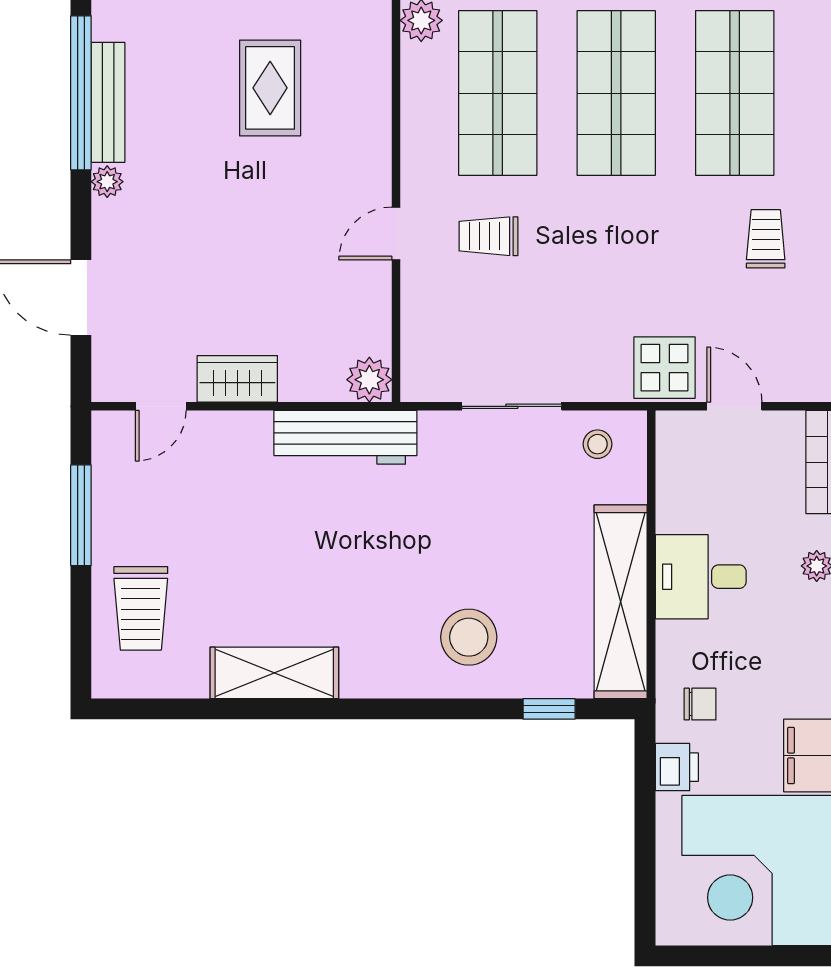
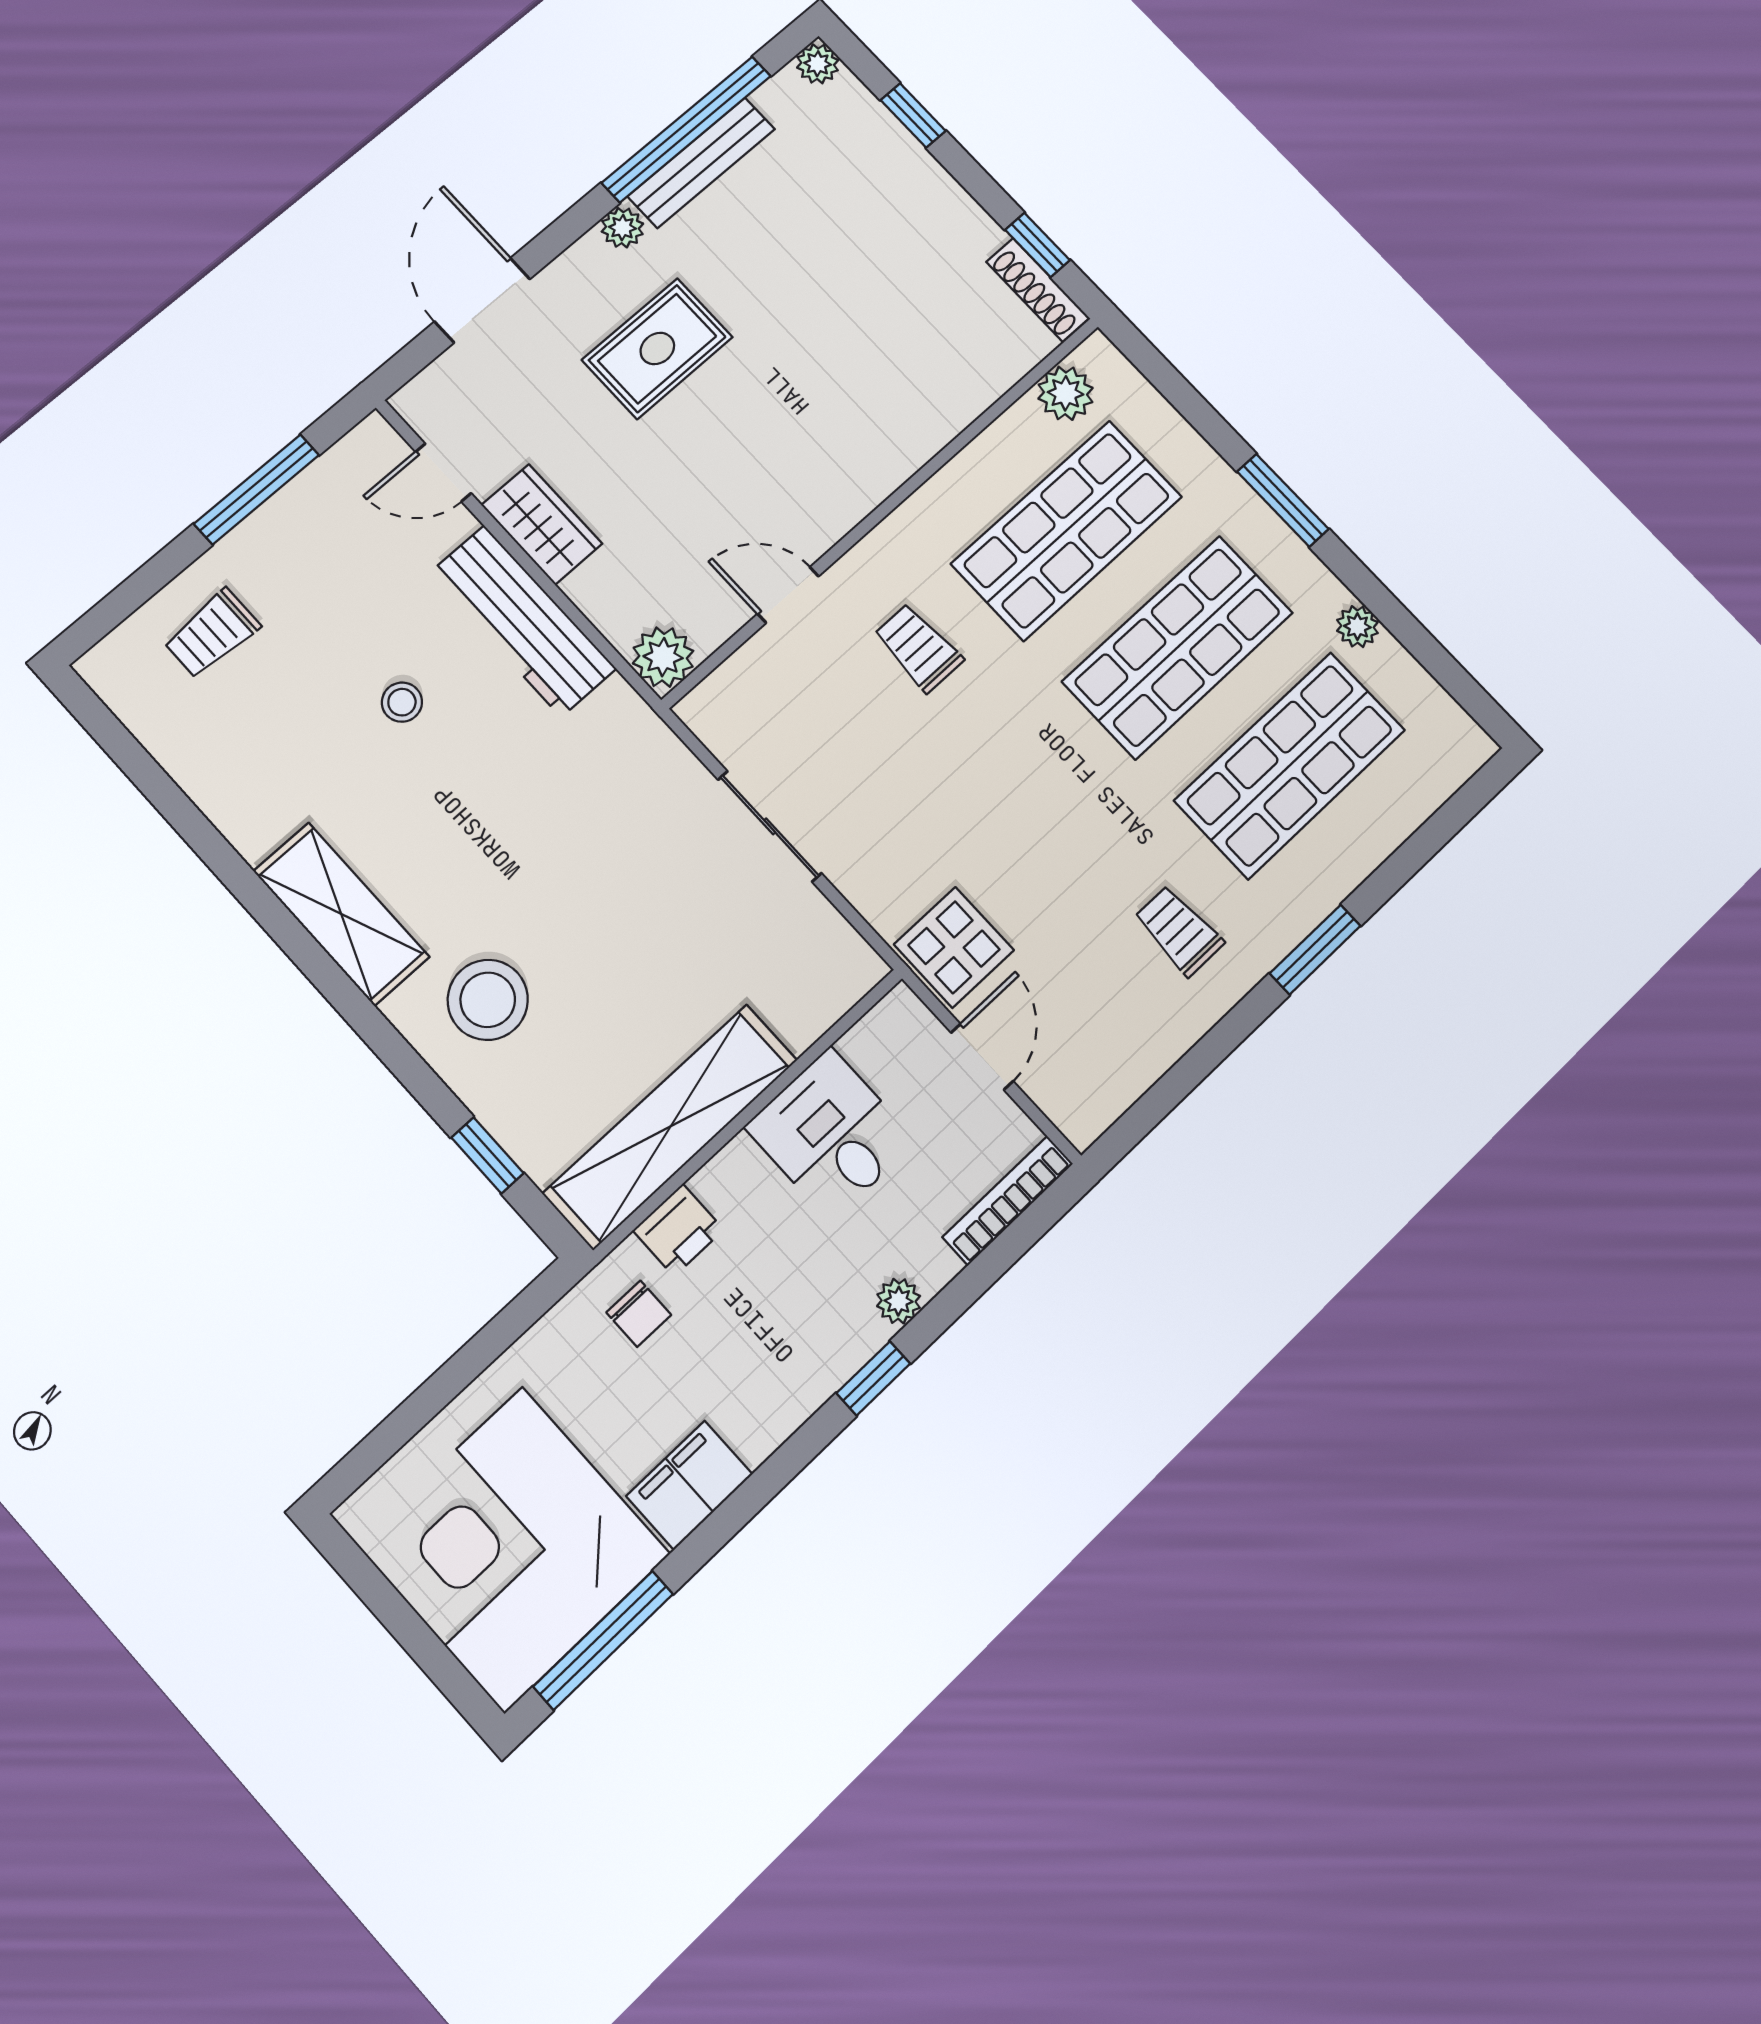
rug: (270, 88) -> (657, 349), moved
door: (396, 233) -> (788, 595), moved
trolley: (766, 239) -> (1179, 931), turned -90
workbench: (345, 437) -> (522, 621), moved
stool: (598, 444) -> (402, 702), moved
desk: (701, 577) -> (831, 1134), moved
trolley: (141, 608) -> (212, 633), width x0.73, depth x0.72
shelving: (274, 673) -> (341, 914), moved
printer: (677, 767) -> (678, 1230), moved

